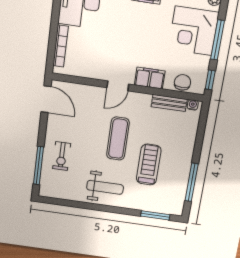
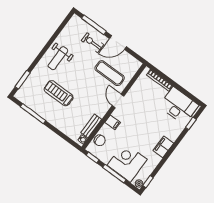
filing cabinet: (150, 78) -> (113, 122), width x0.50
door: (46, 99) -> (118, 43), moved
exercise mat: (118, 139) -> (110, 73), moved
treadmill: (149, 165) -> (59, 93), turned 180

